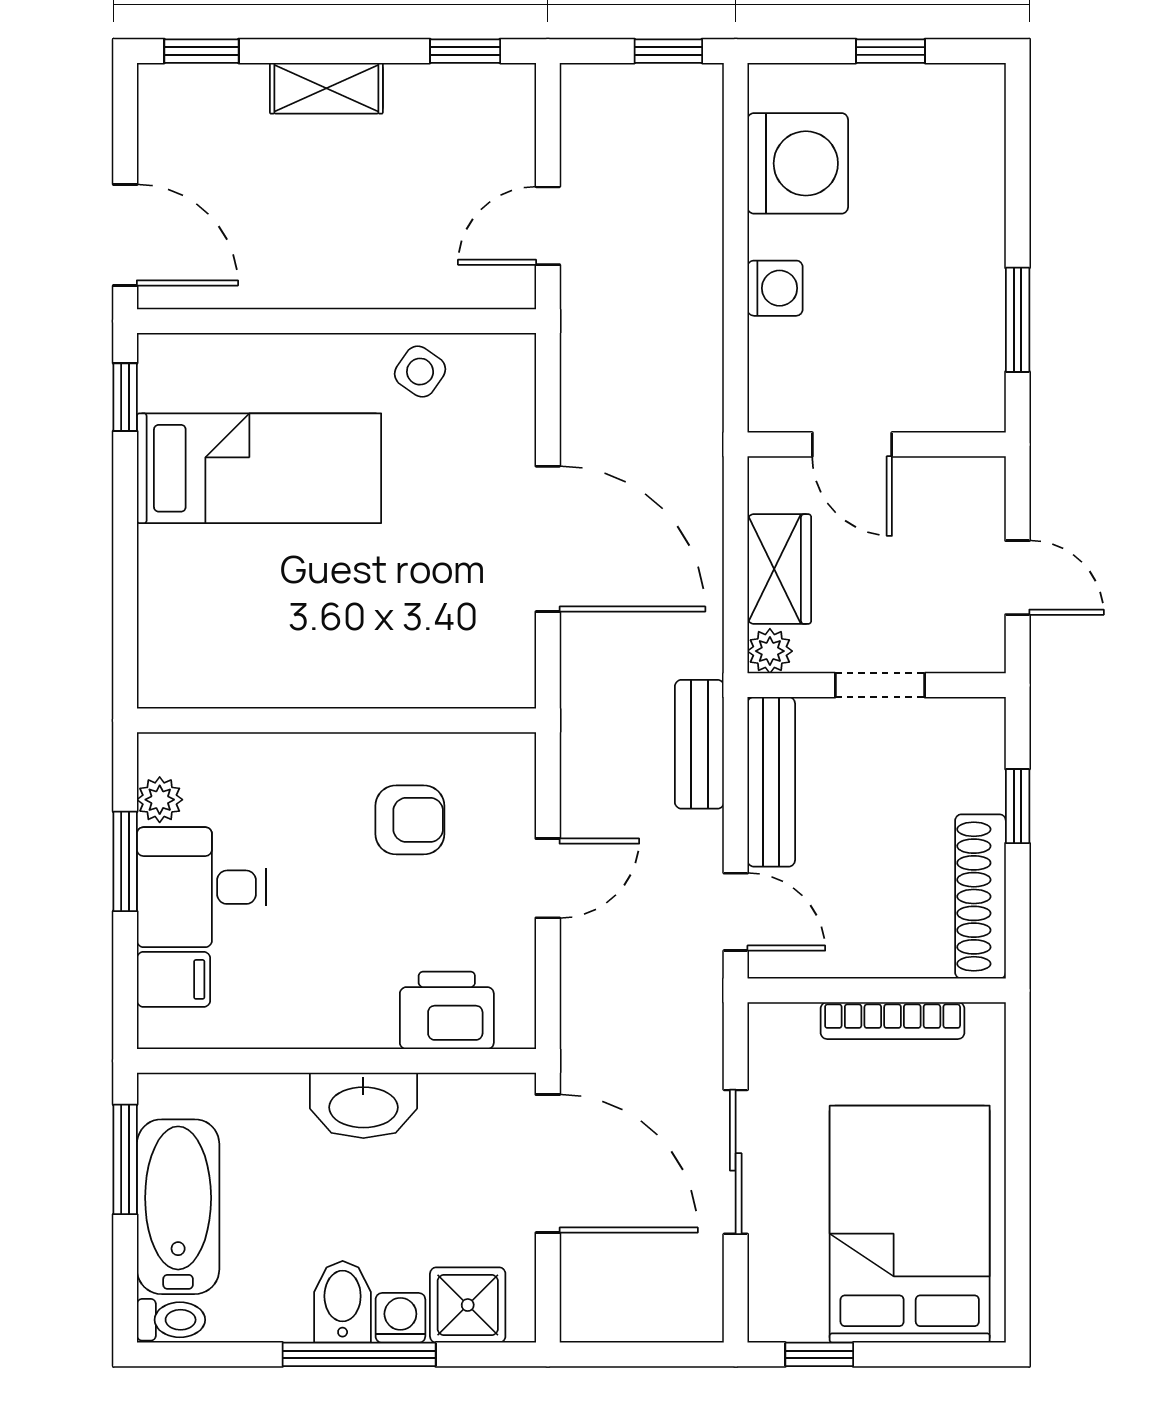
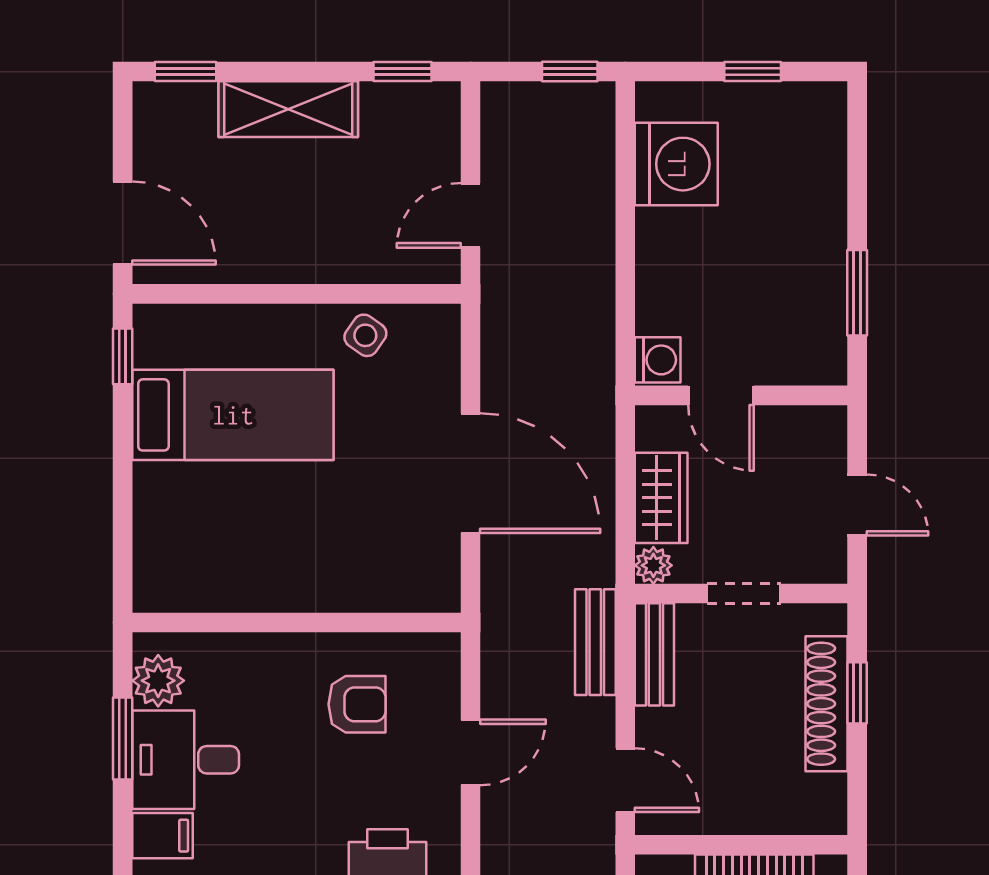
shelving: (326, 88) -> (288, 109), width x1.50, depth x1.33
washing machine: (775, 288) -> (658, 360), moved
bench: (771, 782) -> (654, 654), width x0.73
plant: (160, 800) -> (158, 681), width x1.38, depth x1.38
shoe rack: (980, 897) -> (827, 704), moved

